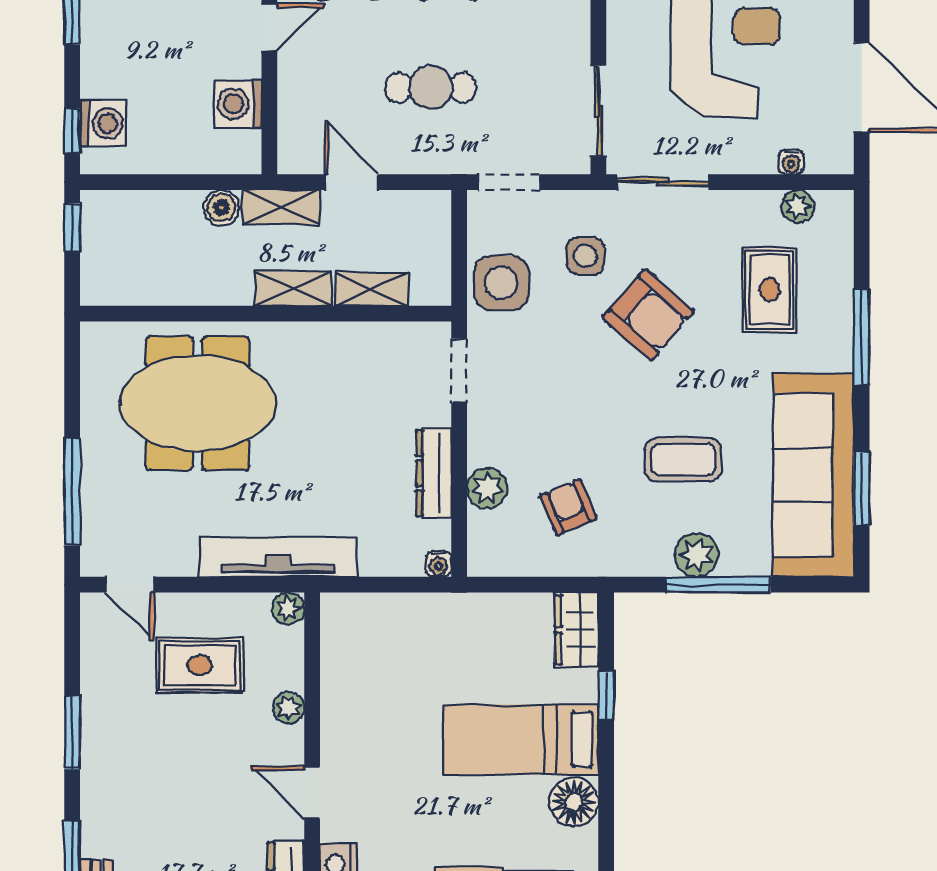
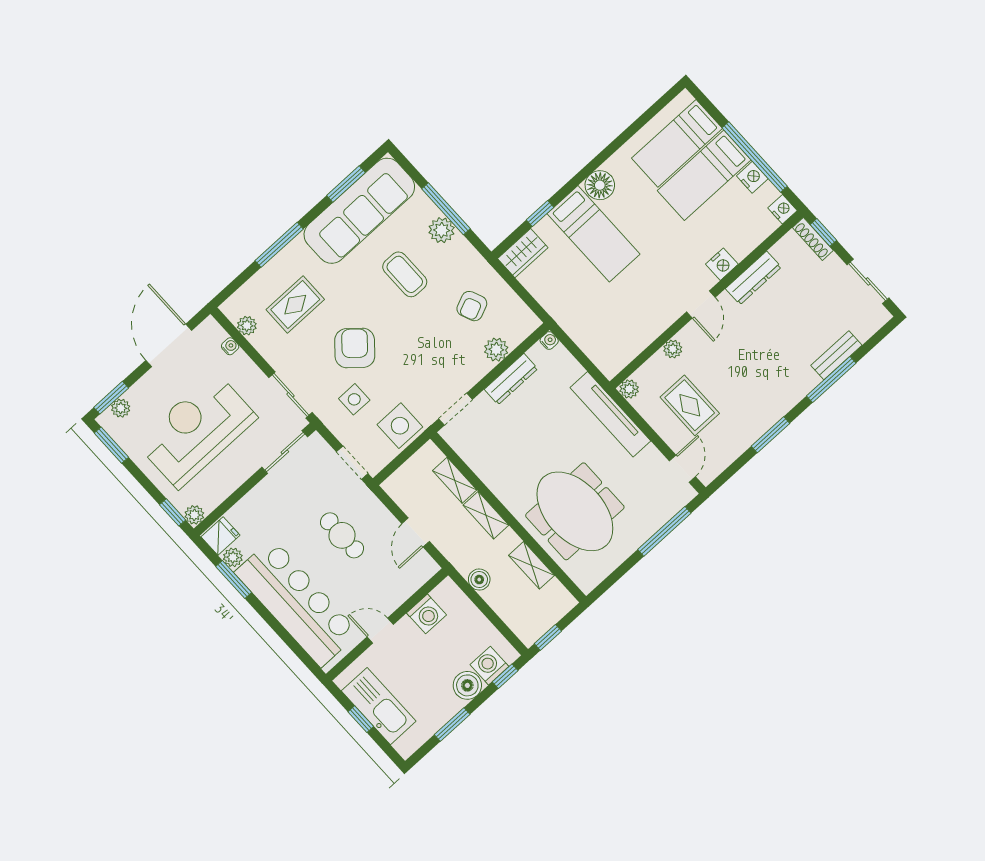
boiler: (103, 74) -> (467, 685), added
shelving: (281, 207) -> (532, 565), moved

